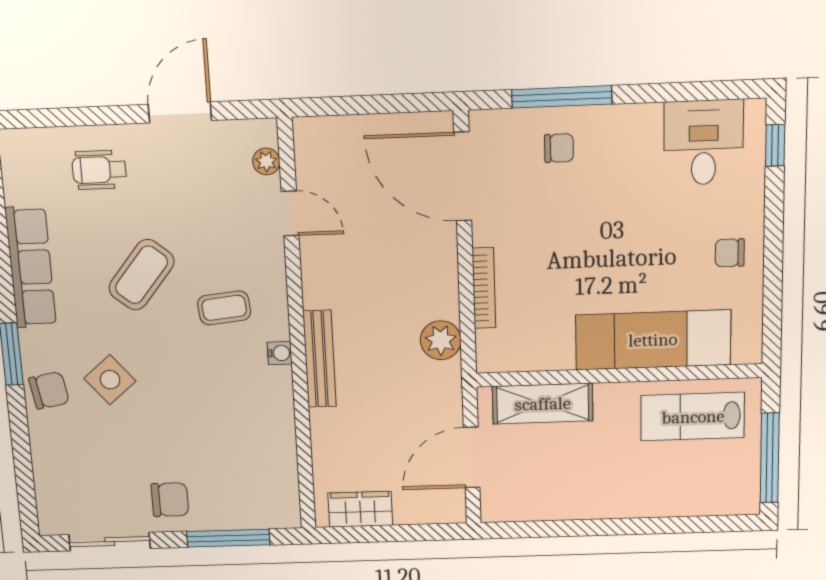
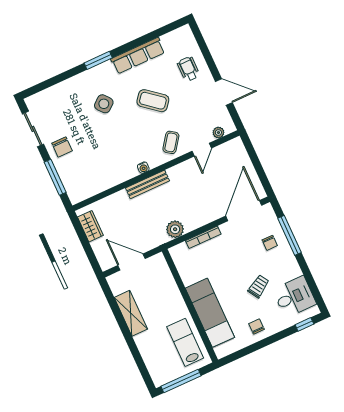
trolley: (644, 212) -> (259, 286), added
coffee table: (224, 308) -> (171, 142), moved, turned 42
chair: (49, 390) -> (89, 81), removed
shelving: (543, 404) -> (131, 313), moved

